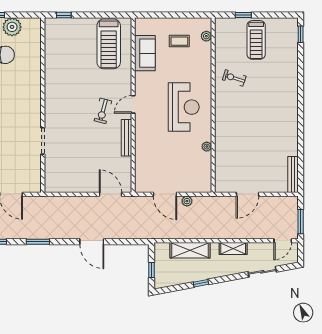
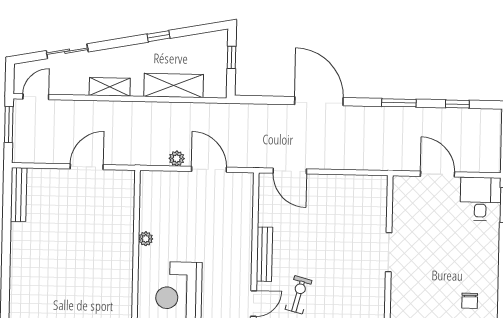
door: (92, 242) -> (319, 101), width x1.36

